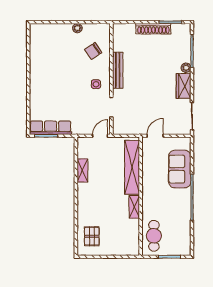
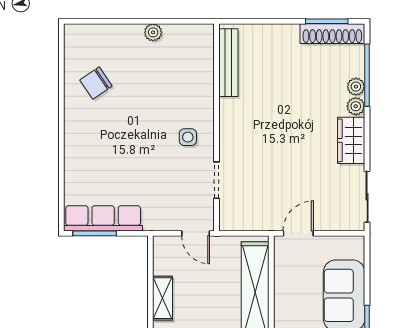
shoe rack: (153, 29) -> (332, 34), moved
chair: (93, 51) -> (96, 83), moved
plant: (186, 57) -> (356, 87), added
bench: (118, 70) -> (228, 63), moved
door: (100, 136) -> (196, 233), swing flipped

